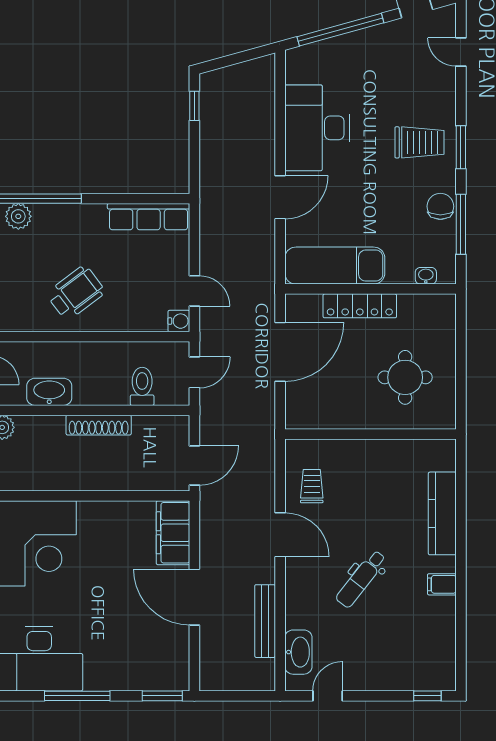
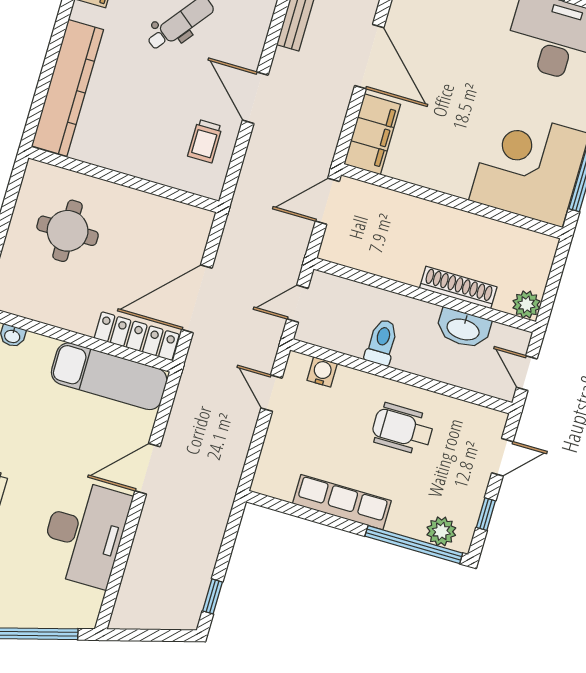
row of seats: (149, 217) -> (342, 502), moved
wheelchair: (76, 293) -> (403, 429), turned 37
locker: (360, 306) -> (137, 336), moved
water cooler: (179, 321) -> (322, 372), moved, turned 90
toilet: (142, 386) -> (382, 342), moved, turned 180
shoe rack: (99, 425) -> (458, 287), moved
kitchen counter: (442, 513) -> (68, 88), width x1.39, depth x1.17

